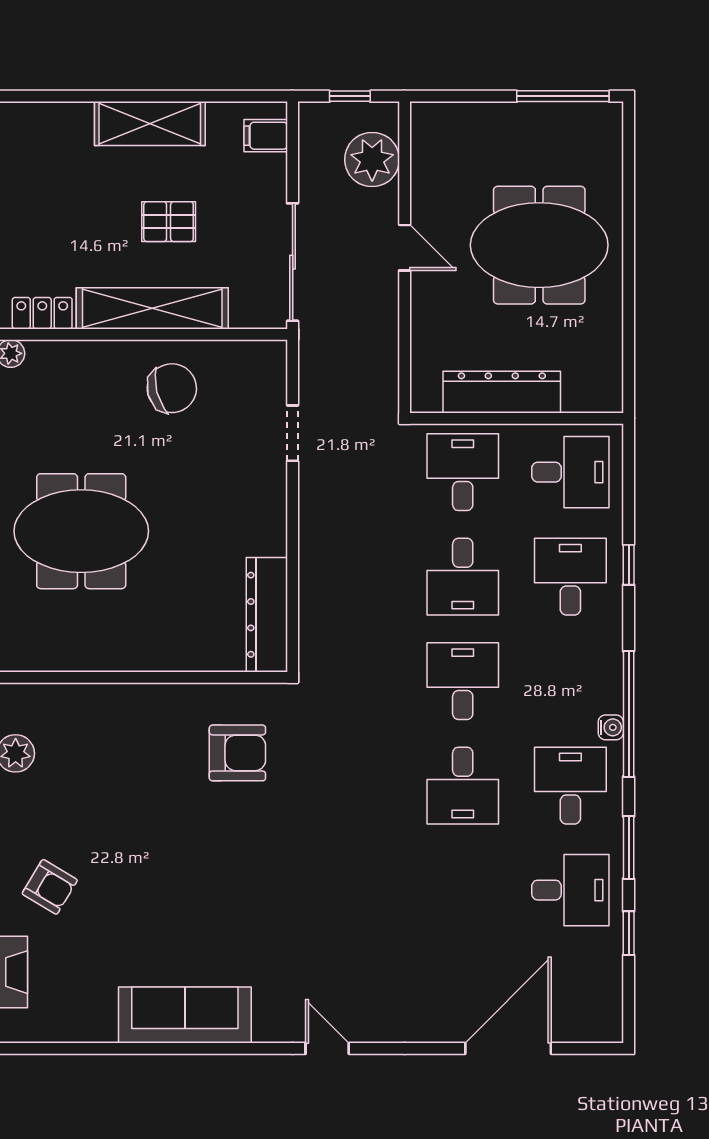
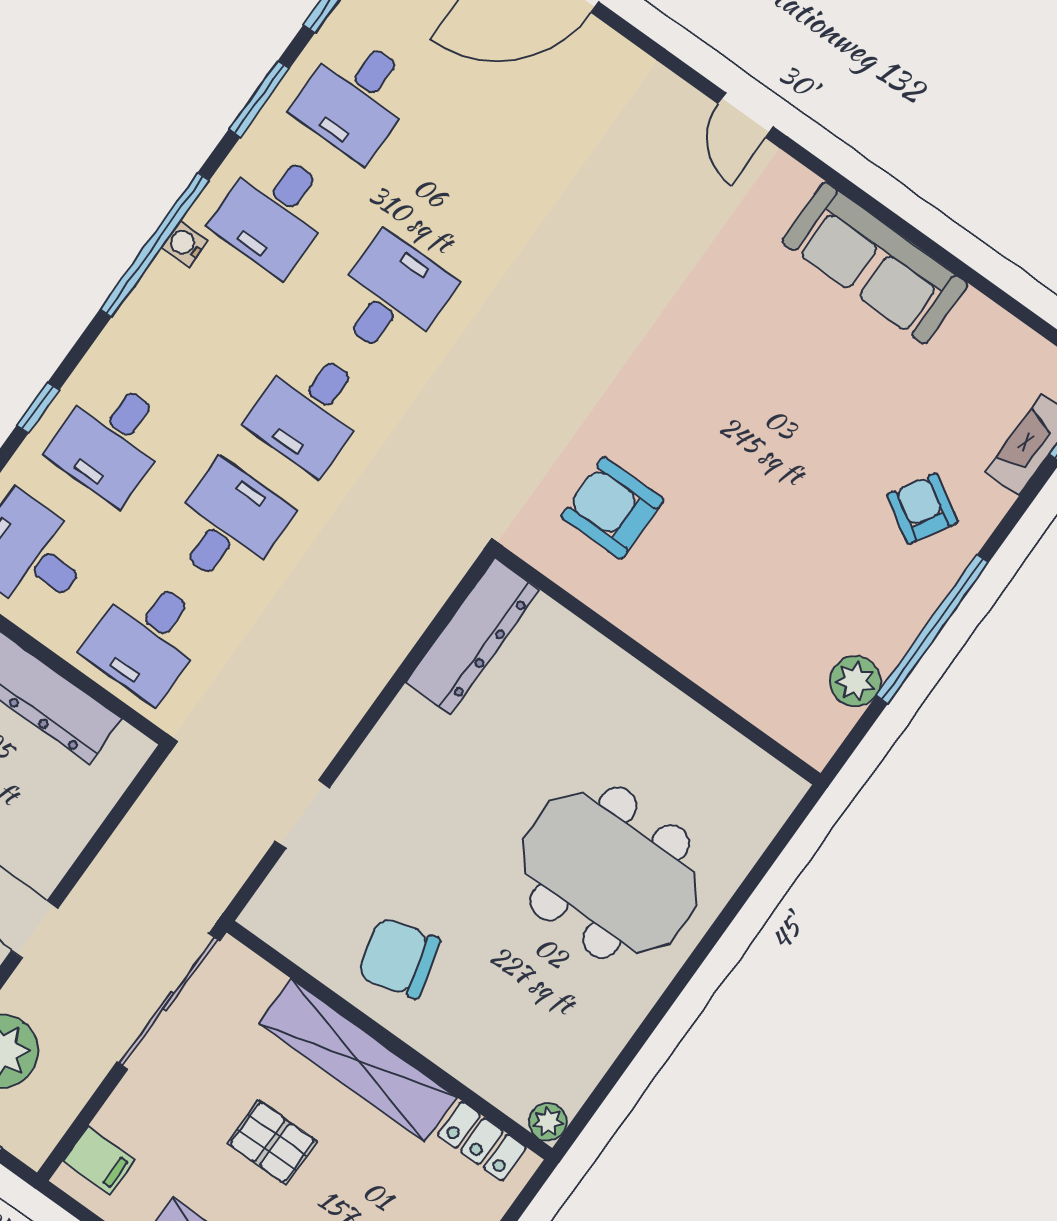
desk: (570, 890) -> (356, 98), turned -90

